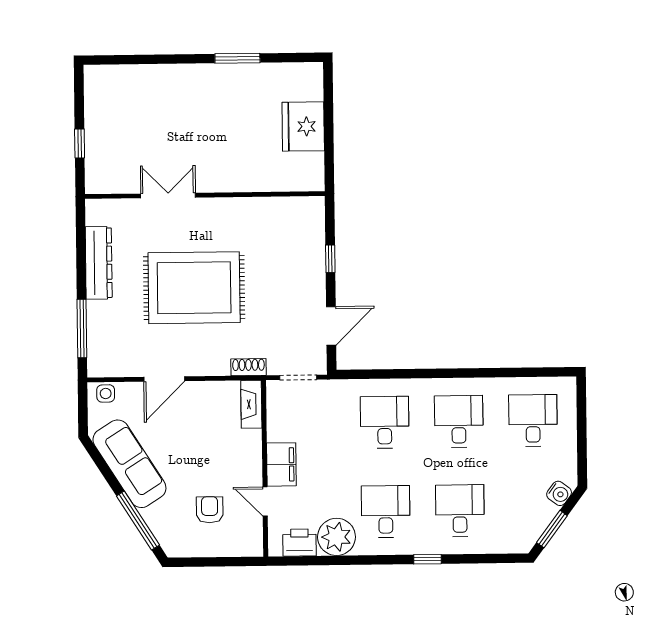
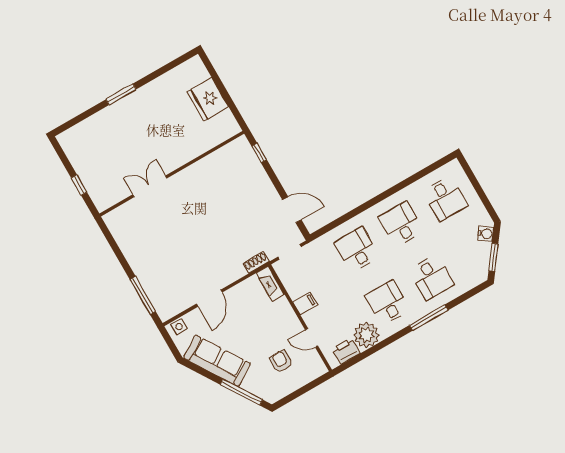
window: (237, 58) -> (121, 94), moved
window: (330, 259) -> (259, 153), moved
dresser: (99, 263) -> (131, 250), removed
rug: (194, 288) -> (197, 233), removed
door: (331, 326) -> (292, 210), hinge flipped
desk: (533, 420) -> (445, 199), turned 180
filing cabinet: (281, 464) -> (305, 303), width x0.50
desk: (460, 511) -> (432, 277), turned 180
window: (427, 559) -> (429, 318), width x2.17

